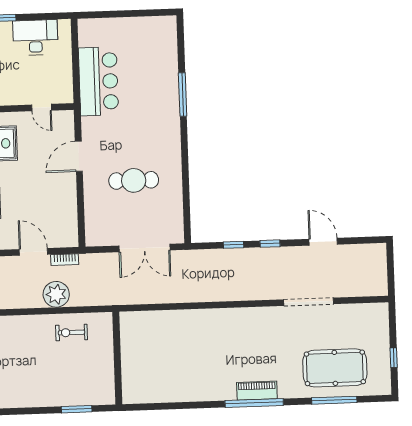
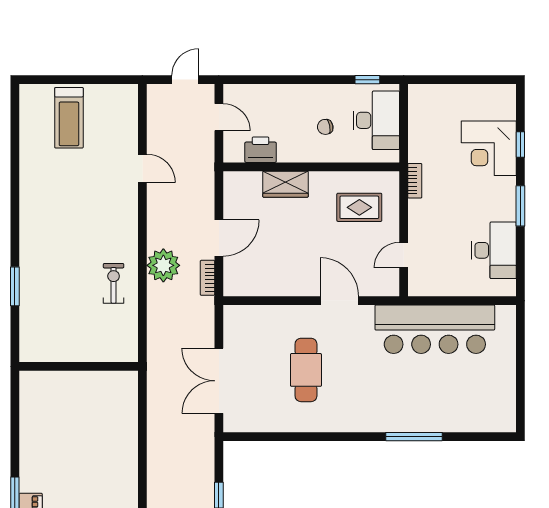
bar counter: (98, 81) -> (435, 329), width x1.36
wall: (117, 358) -> (79, 366), moved

